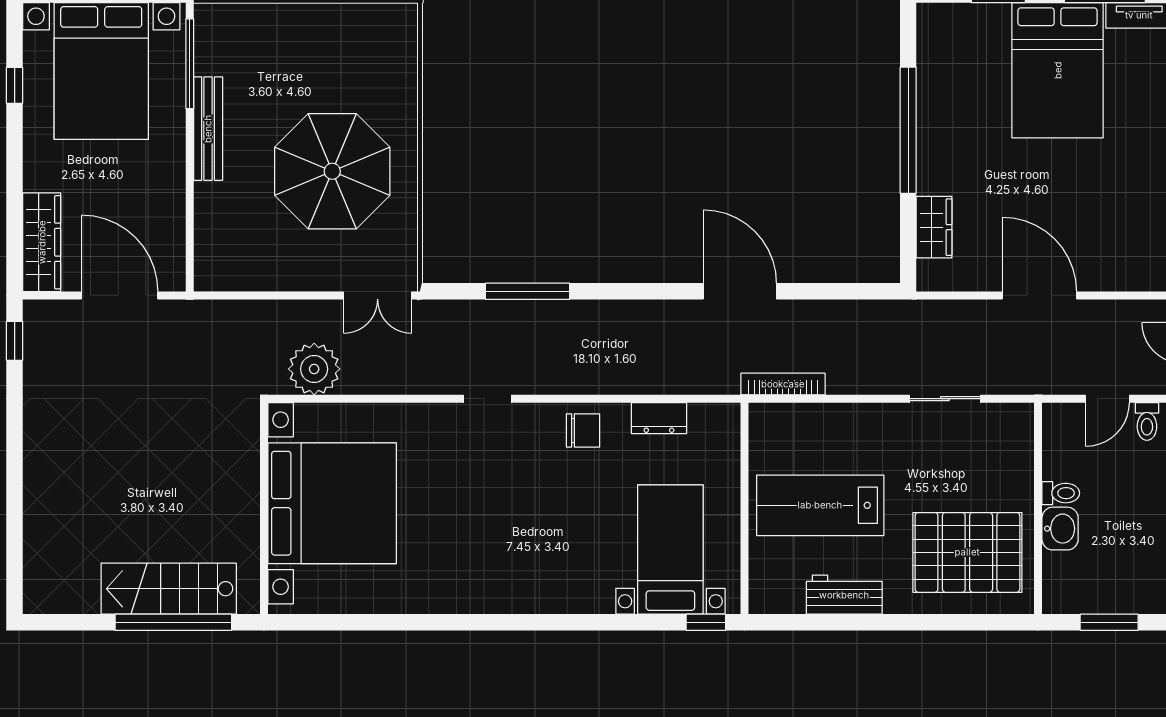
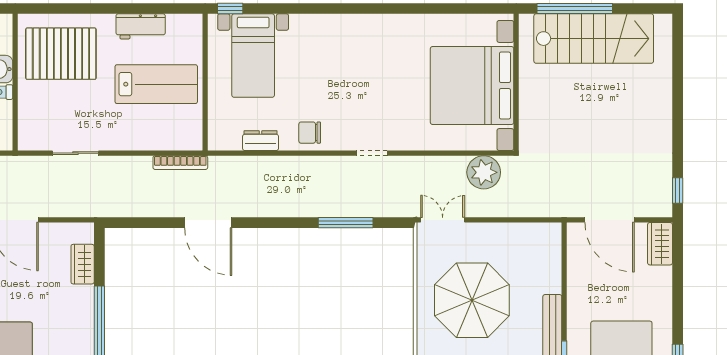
wardrobe: (42, 242) -> (660, 244), width x0.67
stairs: (169, 589) -> (594, 39), width x1.36, depth x1.51

